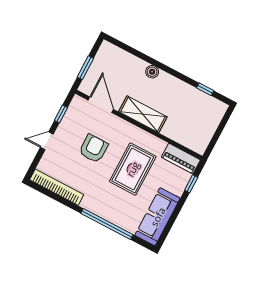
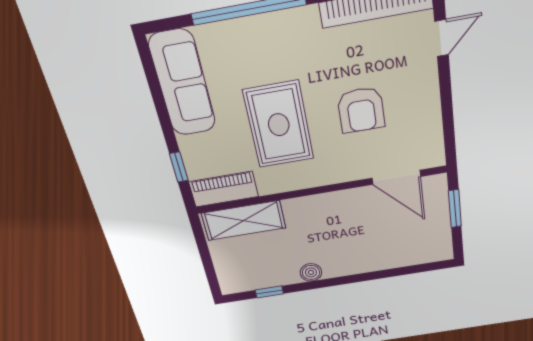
boiler: (152, 72) -> (311, 272), moved
window: (61, 114) -> (448, 123), removed
shelving: (143, 114) -> (244, 221), moved
door: (47, 141) -> (442, 38), moved

